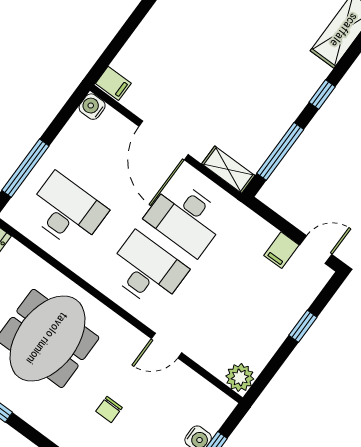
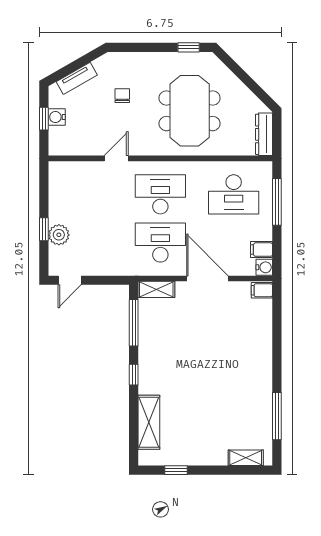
filing cabinet: (281, 250) -> (262, 250), moved, turned -90
desk: (147, 270) -> (160, 194), turned 180
plant: (240, 378) -> (59, 235), moved

